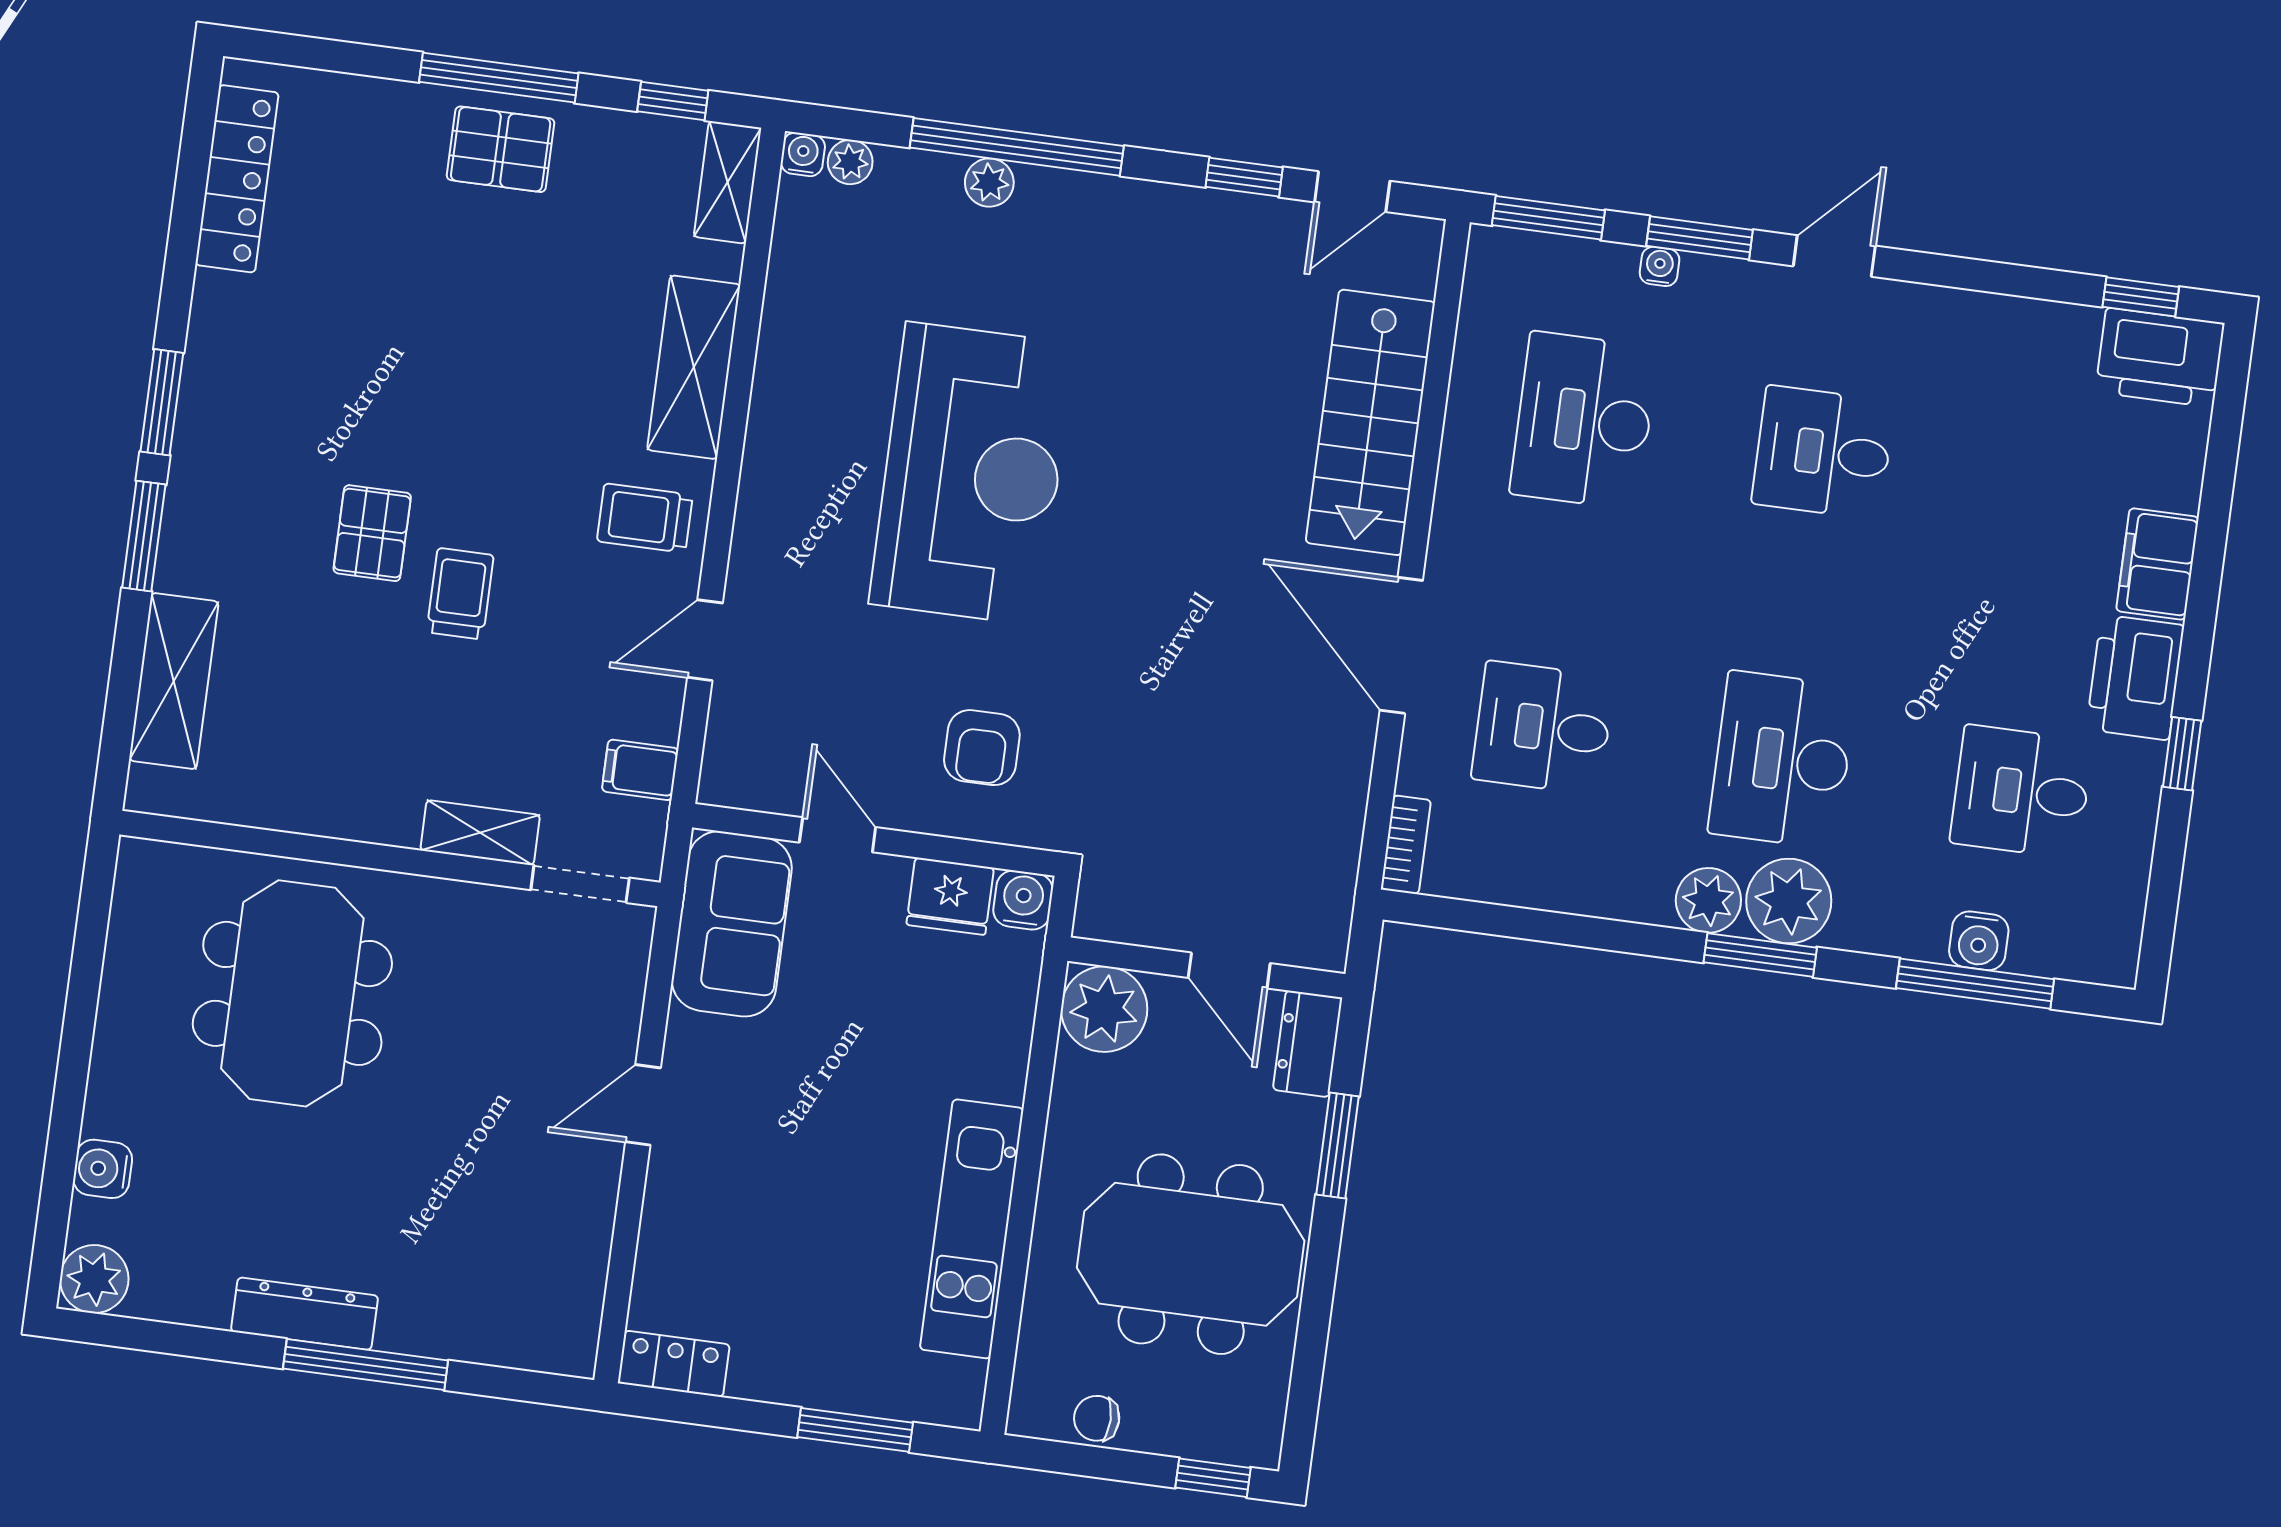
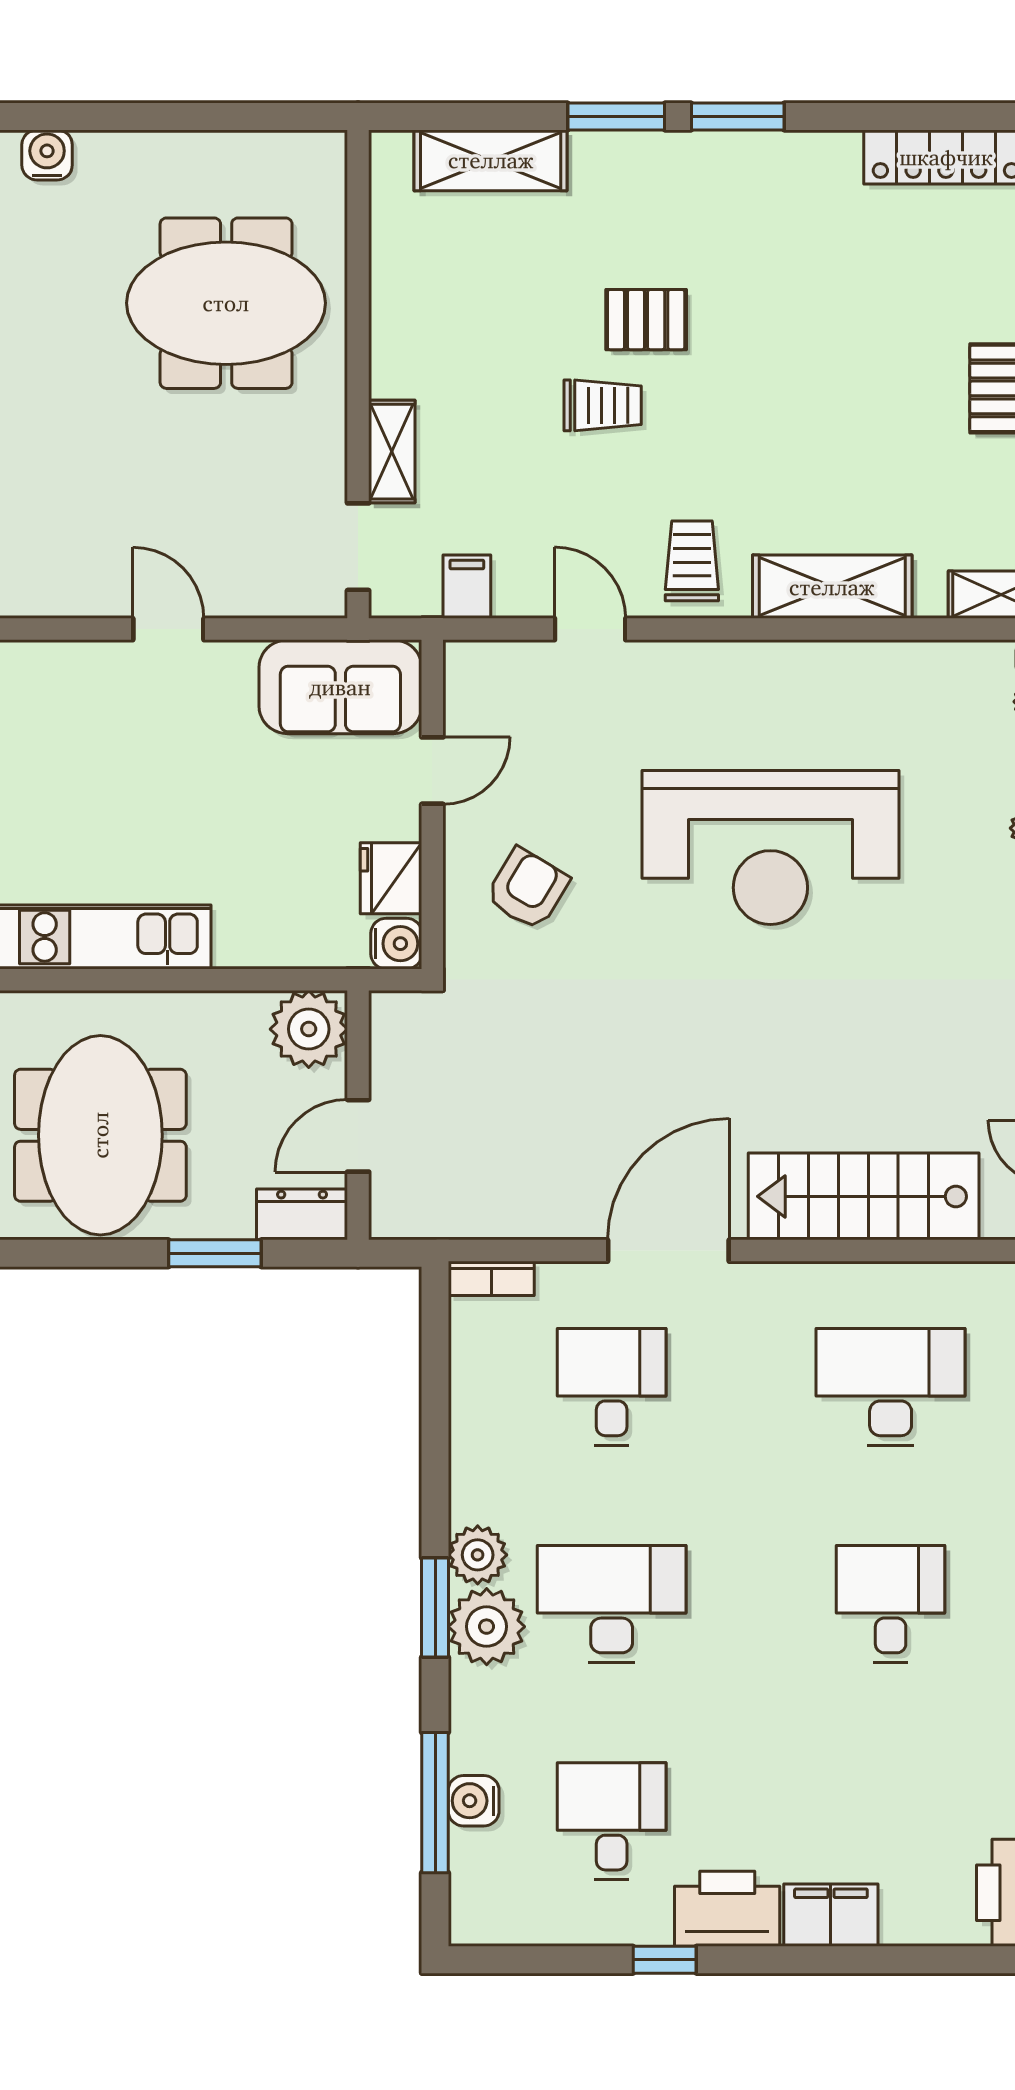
armchair: (982, 748) -> (527, 889), turned 121

